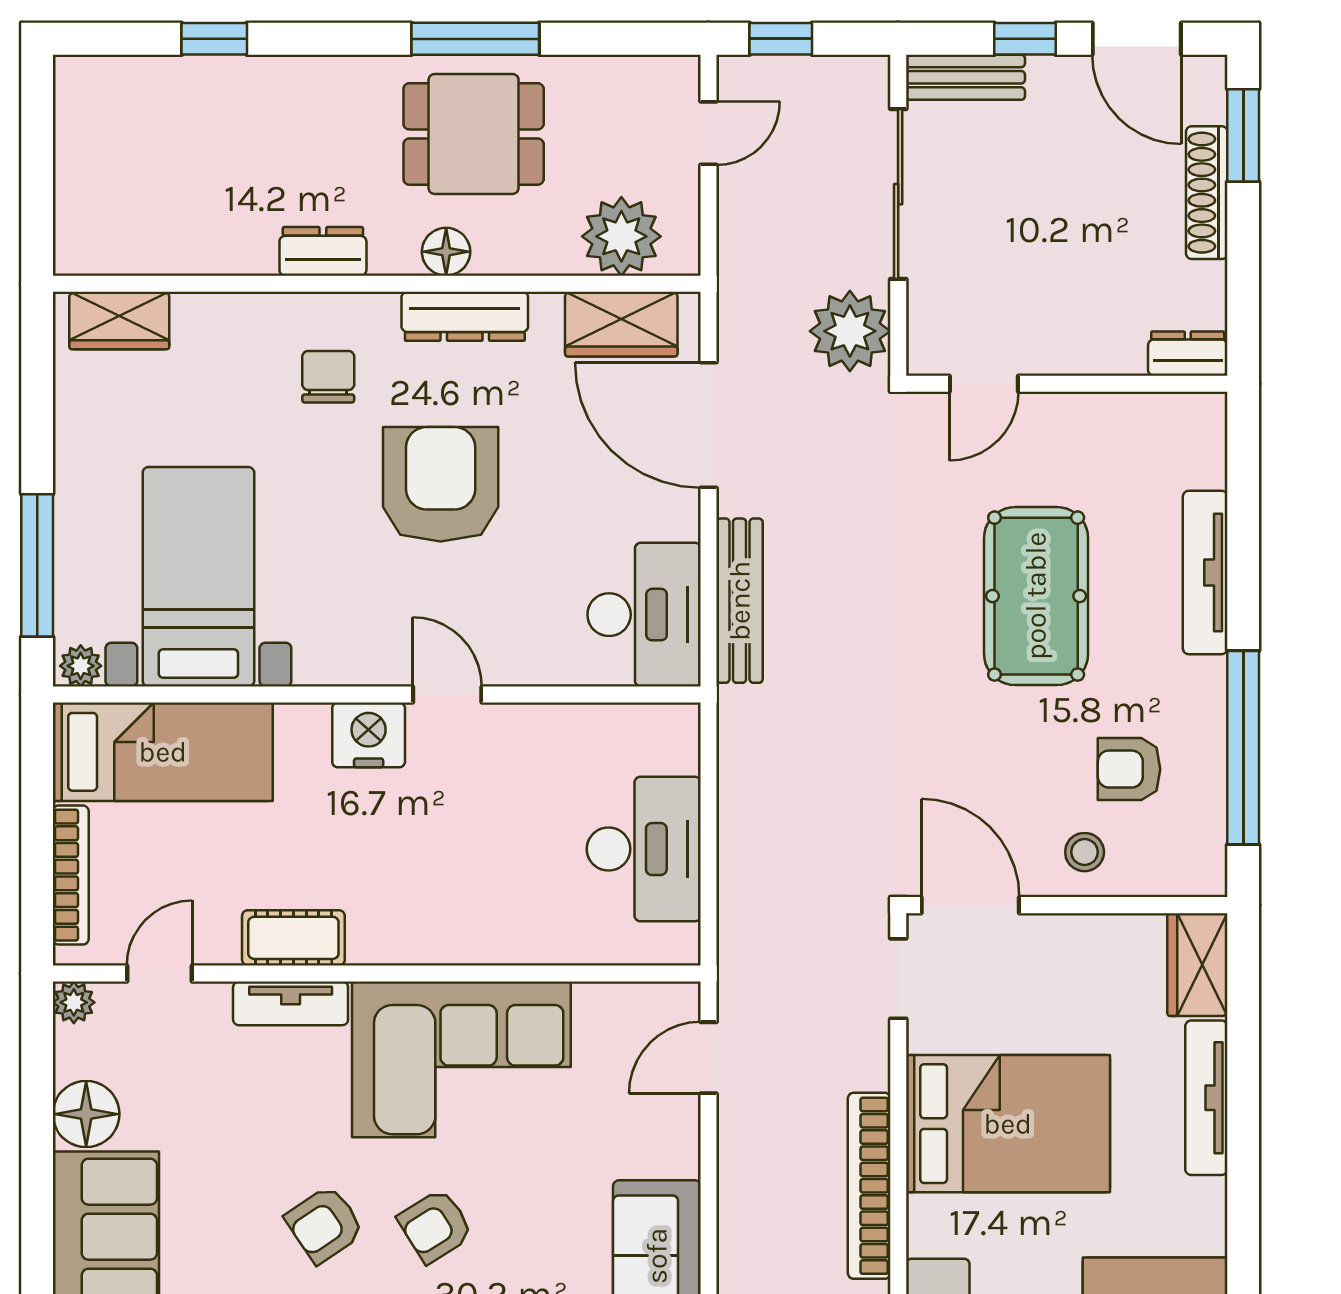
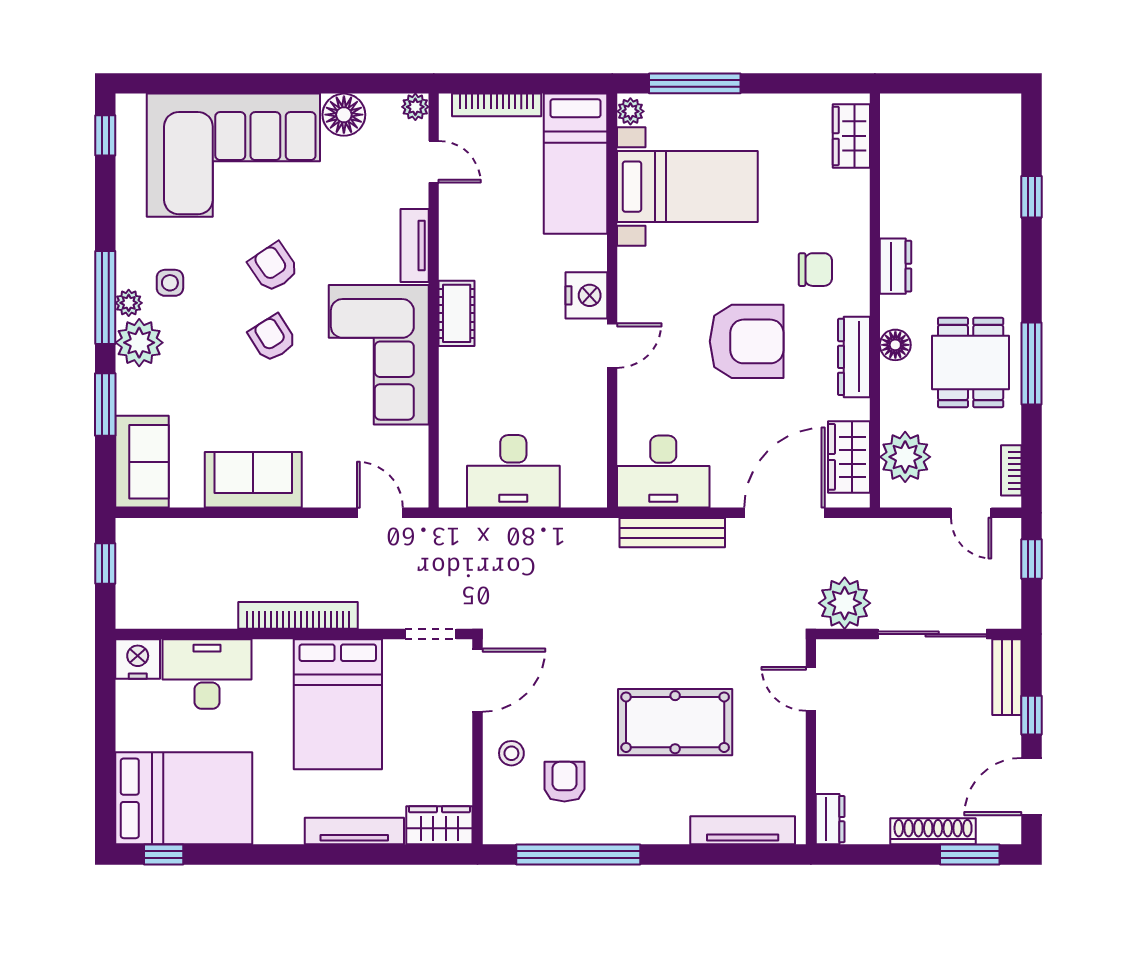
bookcase: (642, 70) -> (1011, 470), added
tv unit: (1205, 572) -> (743, 830), moved
cot: (293, 938) -> (457, 313), moved

